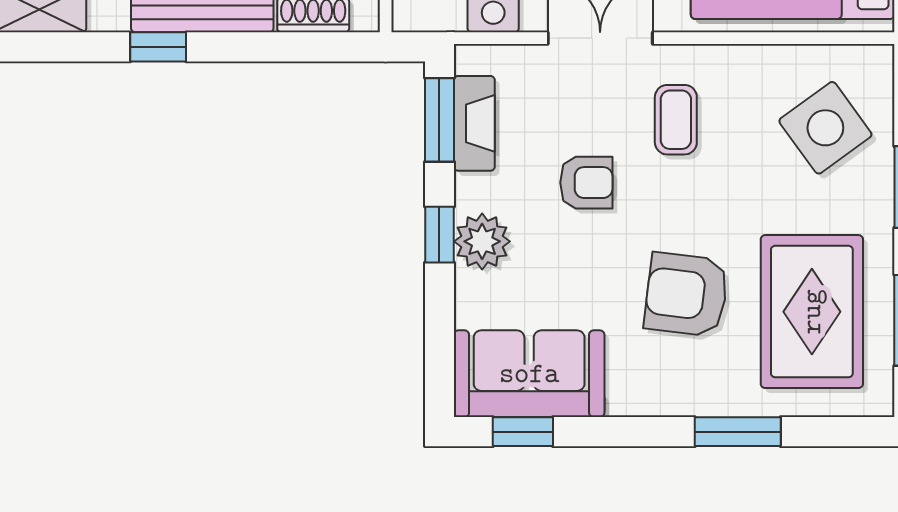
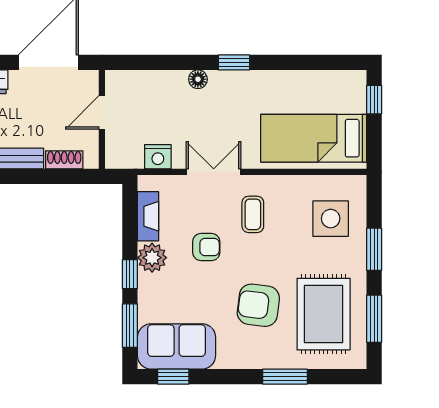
window: (439, 120) -> (130, 326), moved
side table: (825, 128) -> (331, 219), turned 36
plant: (482, 241) -> (152, 258), moved

